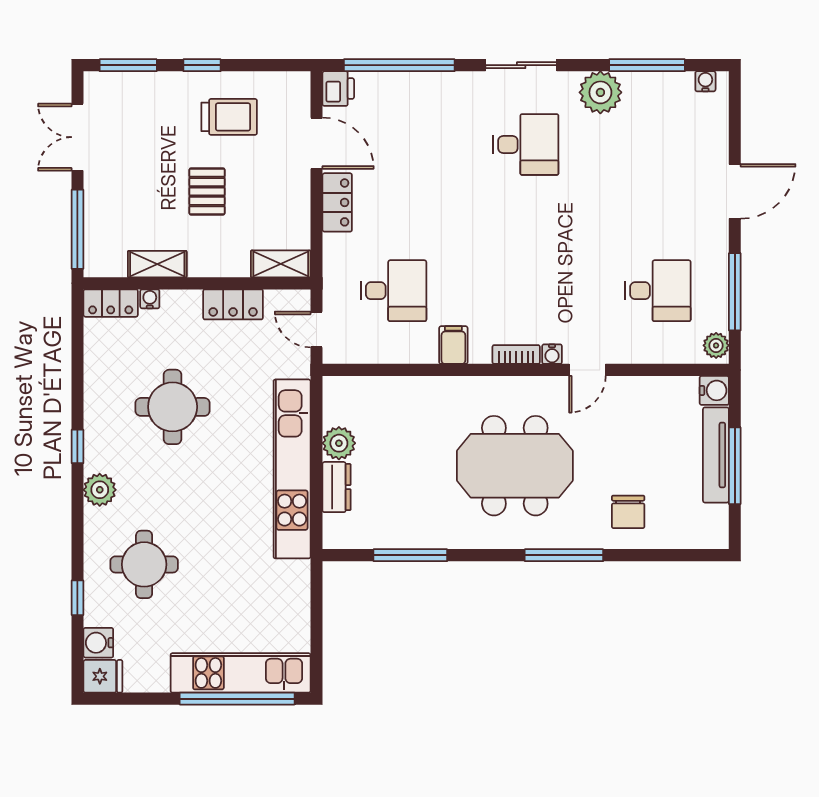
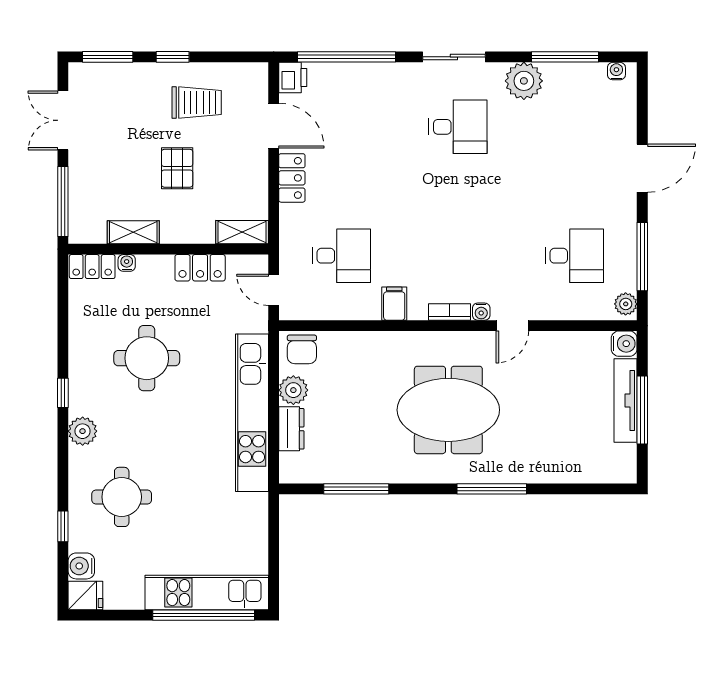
chair: (628, 512) -> (302, 349), moved

